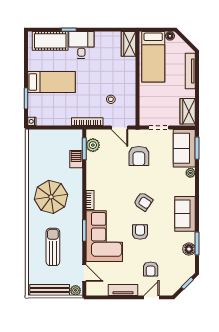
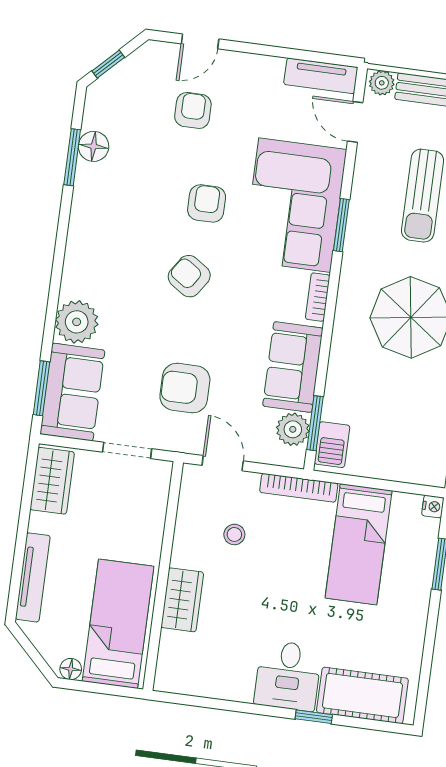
wardrobe: (128, 44) -> (182, 600), moved
bed: (51, 82) -> (359, 544), moved, turned -90
armchair: (139, 156) -> (185, 388), turned -90
barbecue: (76, 159) -> (332, 445), moved
plant: (190, 173) -> (77, 322), width x1.87, depth x1.87
sofa: (185, 214) -> (293, 367), moved, turned 180
armchair: (140, 232) -> (207, 203), turned 180
tv unit: (123, 290) -> (321, 76), moved

